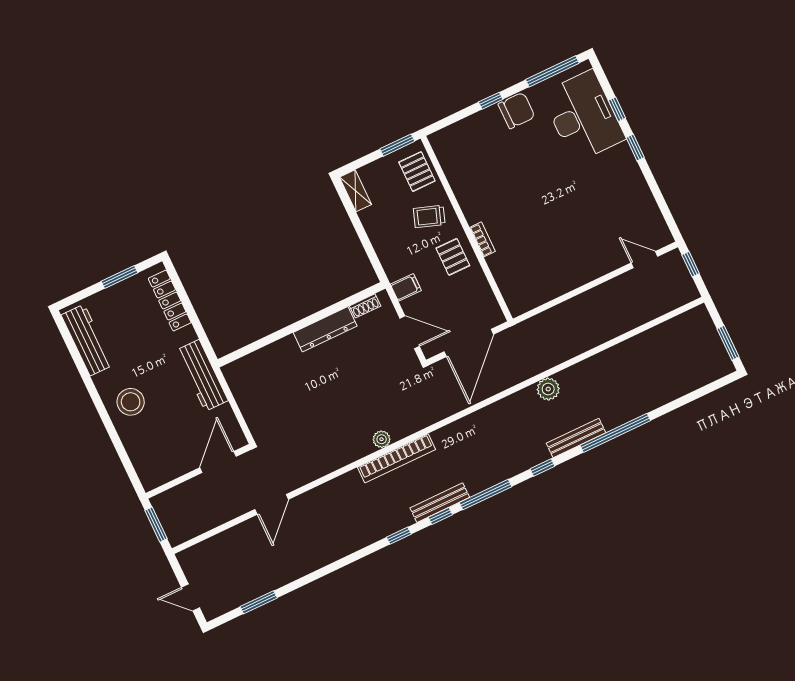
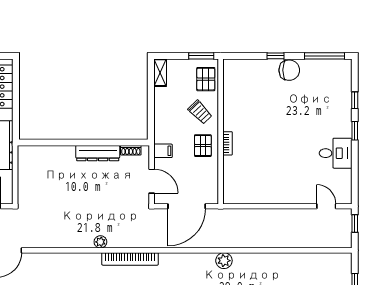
desk: (583, 116) -> (336, 153), moved, width x0.53, depth x0.77
trolley: (429, 216) -> (200, 112), turned -153
bookcase: (397, 458) -> (130, 259), moved

